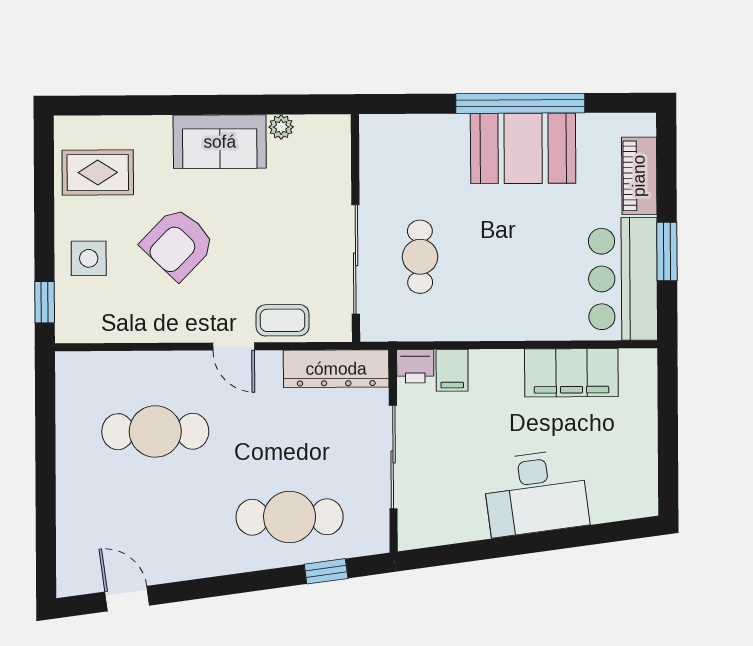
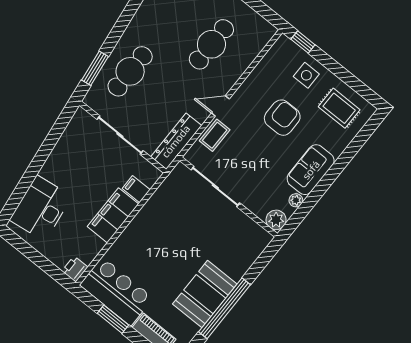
plant: (333, 133) -> (276, 220), added
rug: (98, 172) -> (339, 108), turned 90
armchair: (178, 244) -> (282, 118), turned 46
cafe table: (420, 257) -> (195, 214), removed
printer: (415, 366) -> (75, 269), moved
filing cabinet: (571, 373) -> (113, 215), moved
desk: (536, 493) -> (41, 208), moved
window: (326, 571) -> (95, 68), width x1.50

